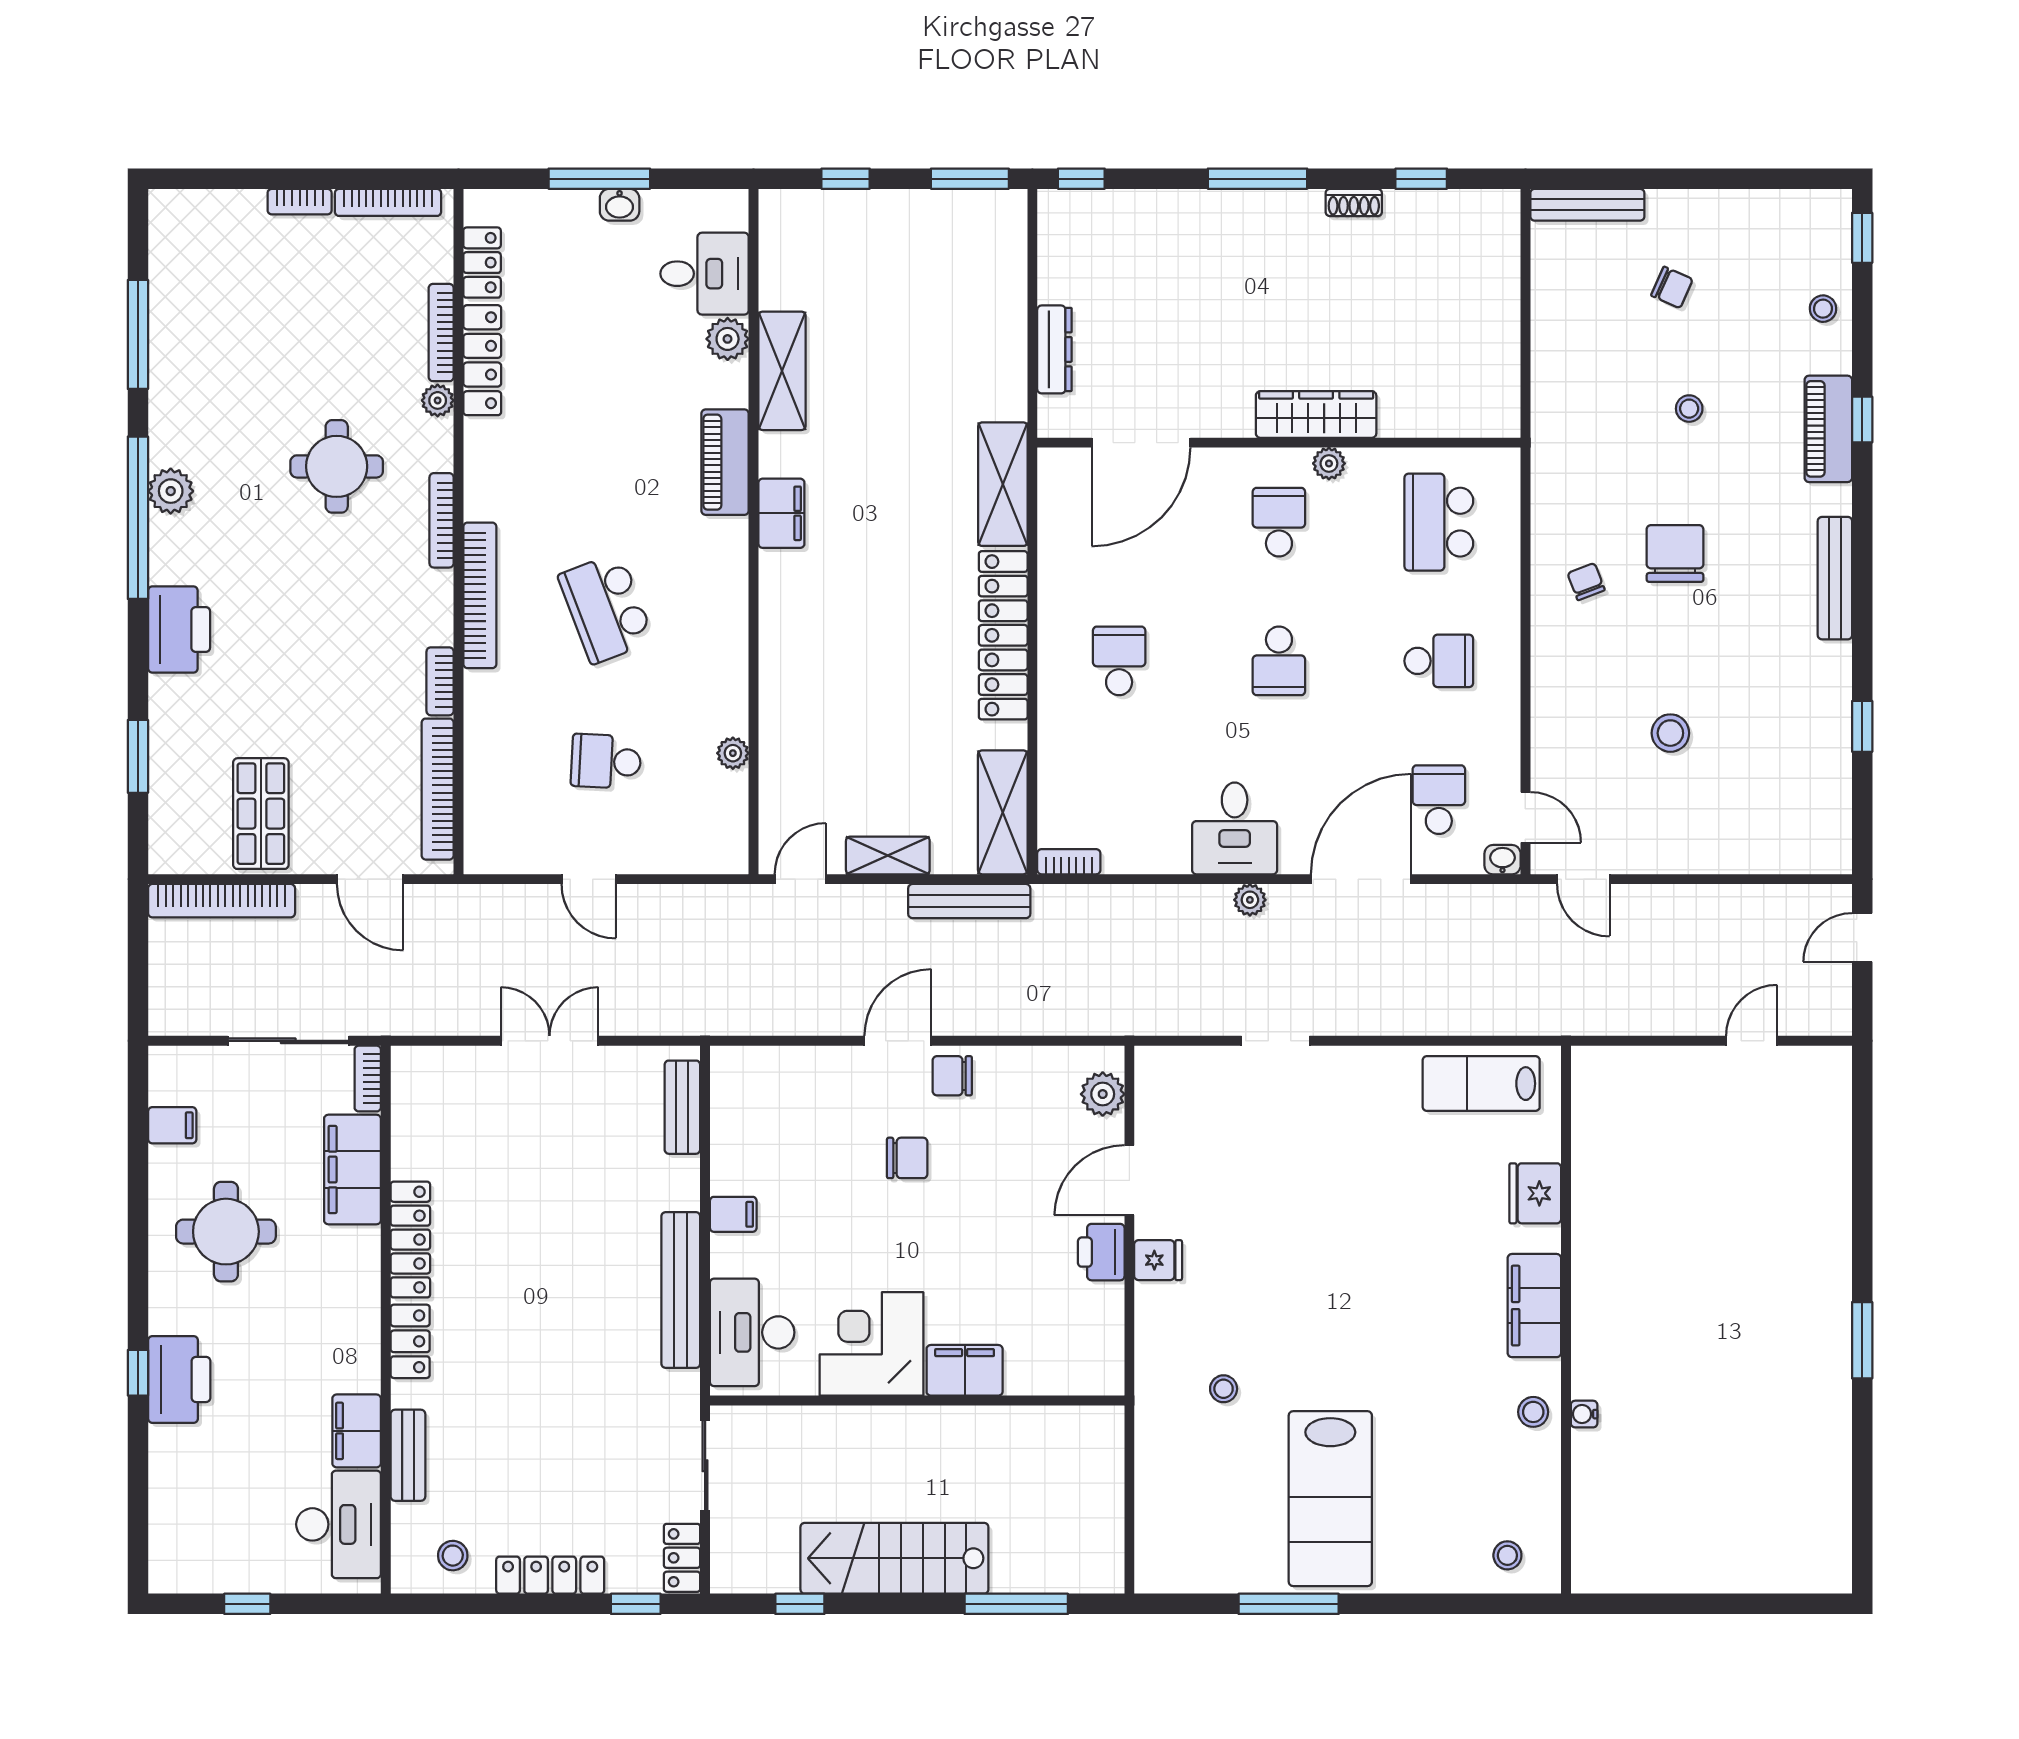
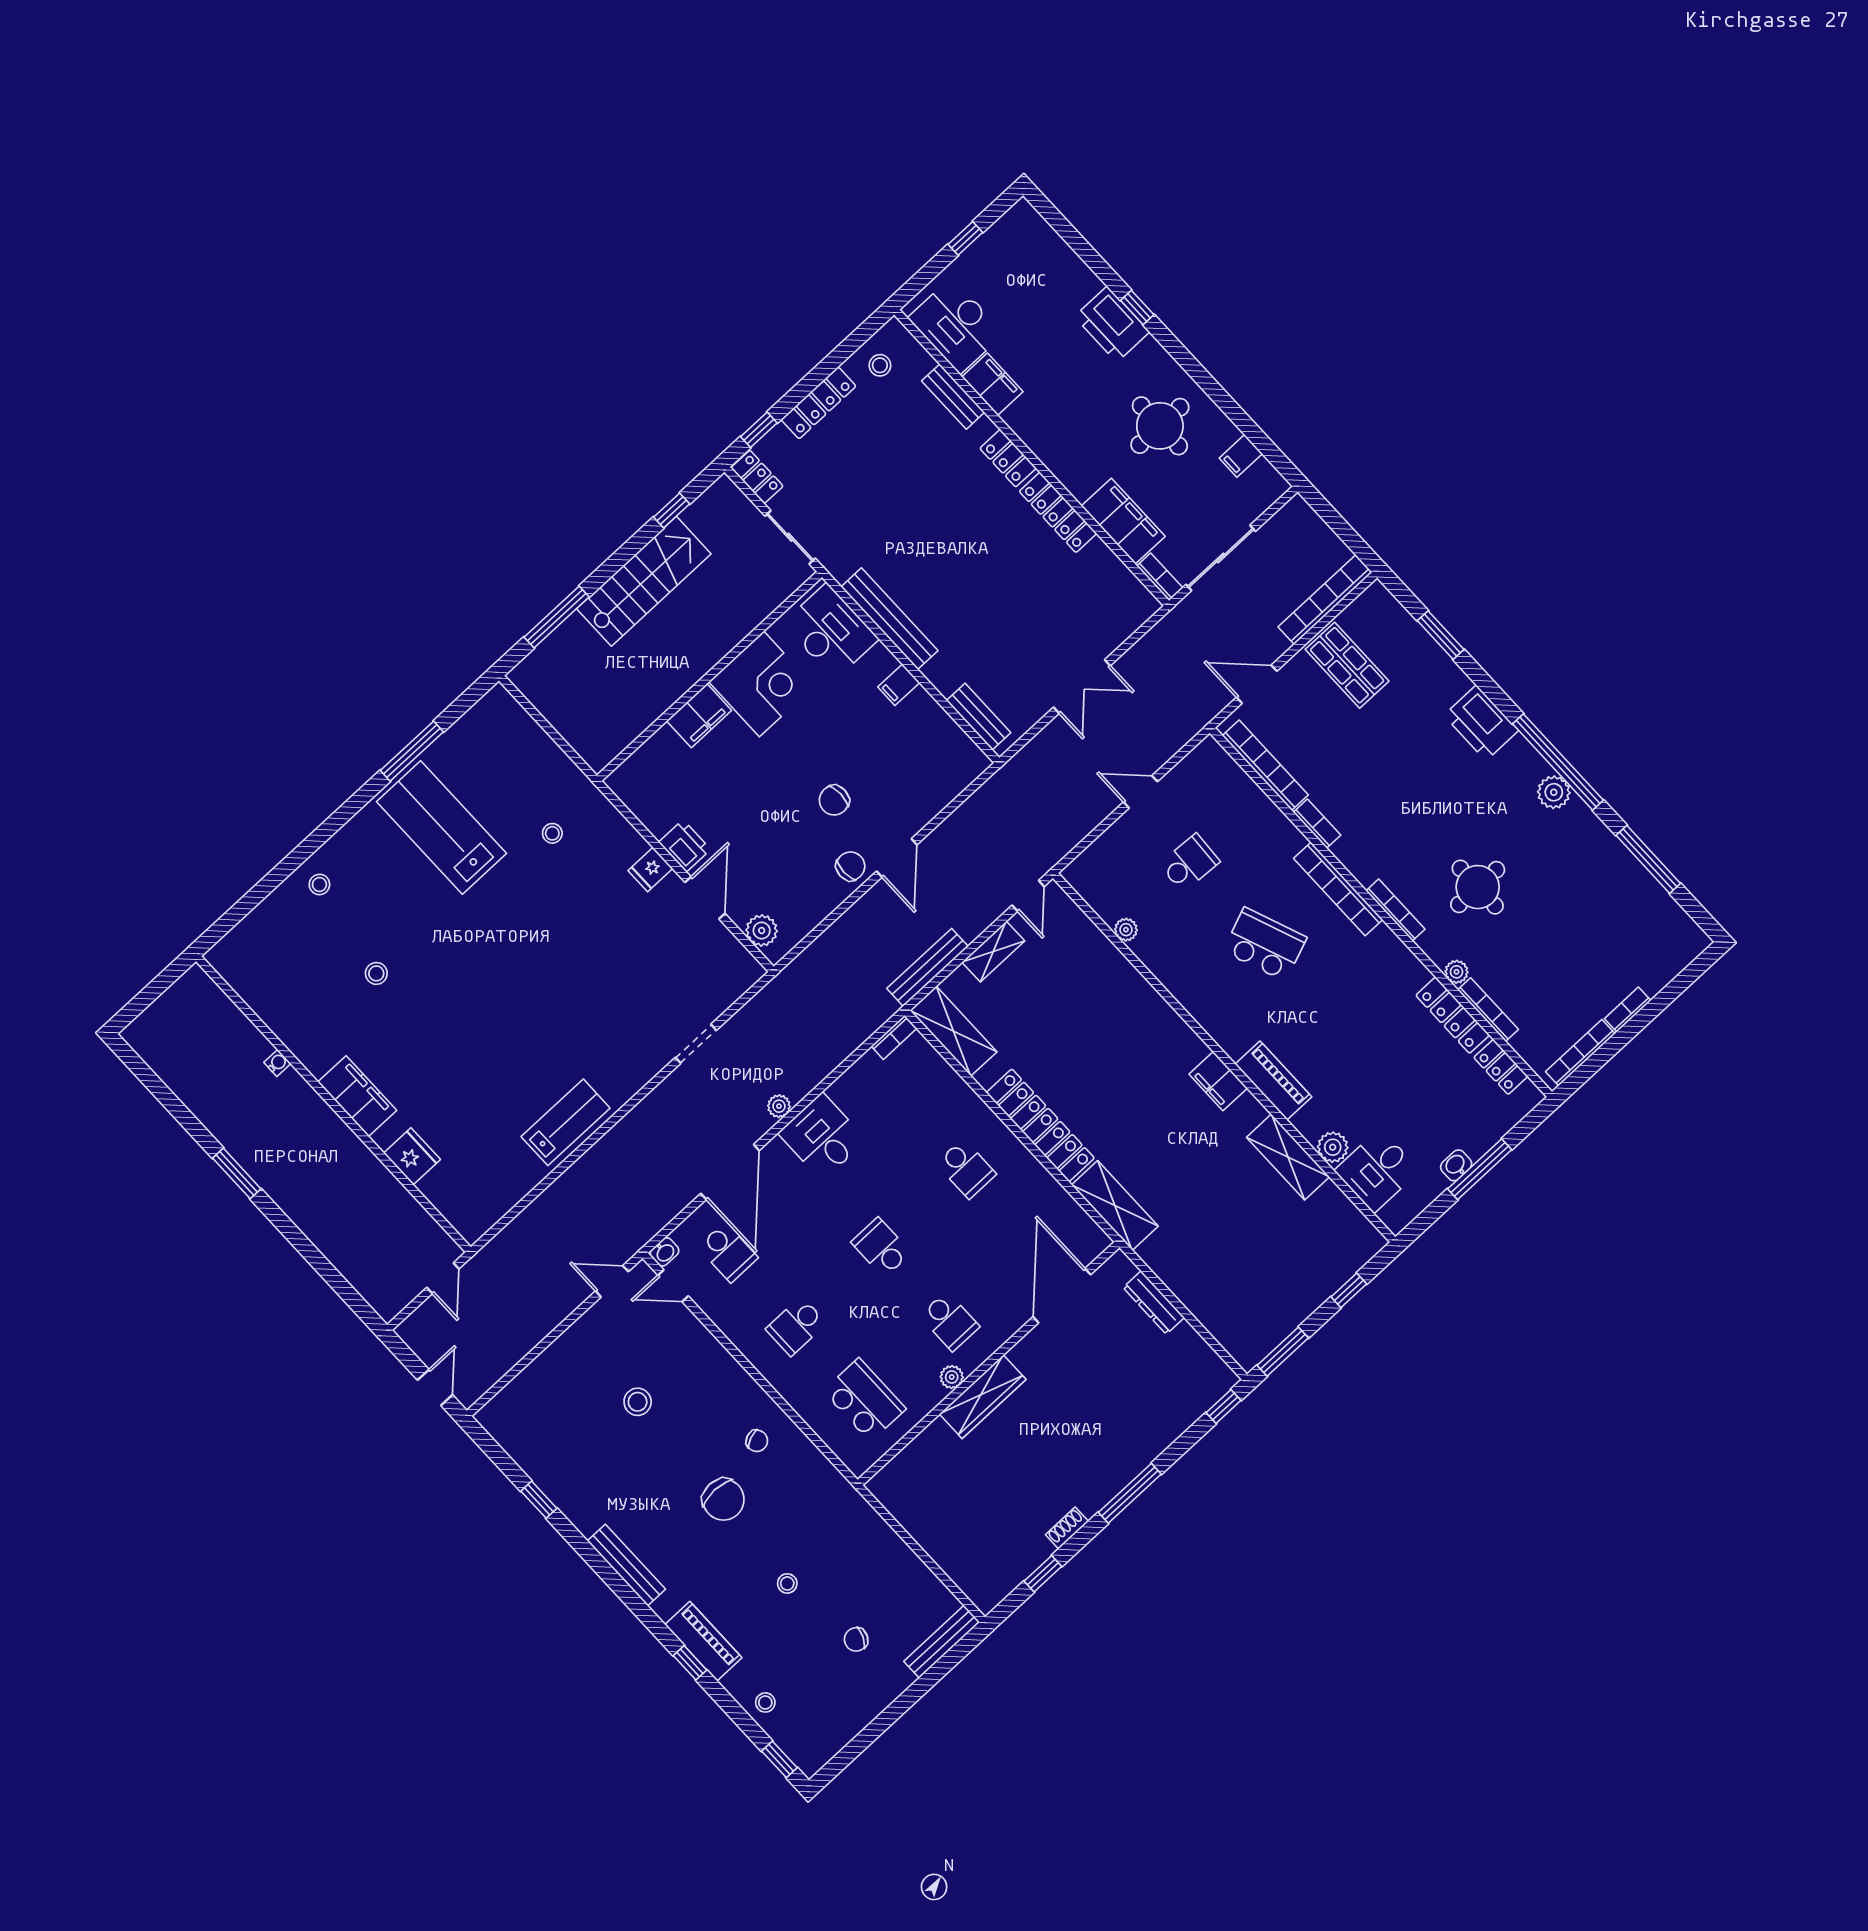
fridge: (1535, 1193) -> (412, 1156), moved
filing cabinet: (1534, 1306) -> (357, 1096), moved
wall: (1566, 1320) -> (333, 1104), moved
water cooler: (1584, 1414) -> (277, 1063), moved

